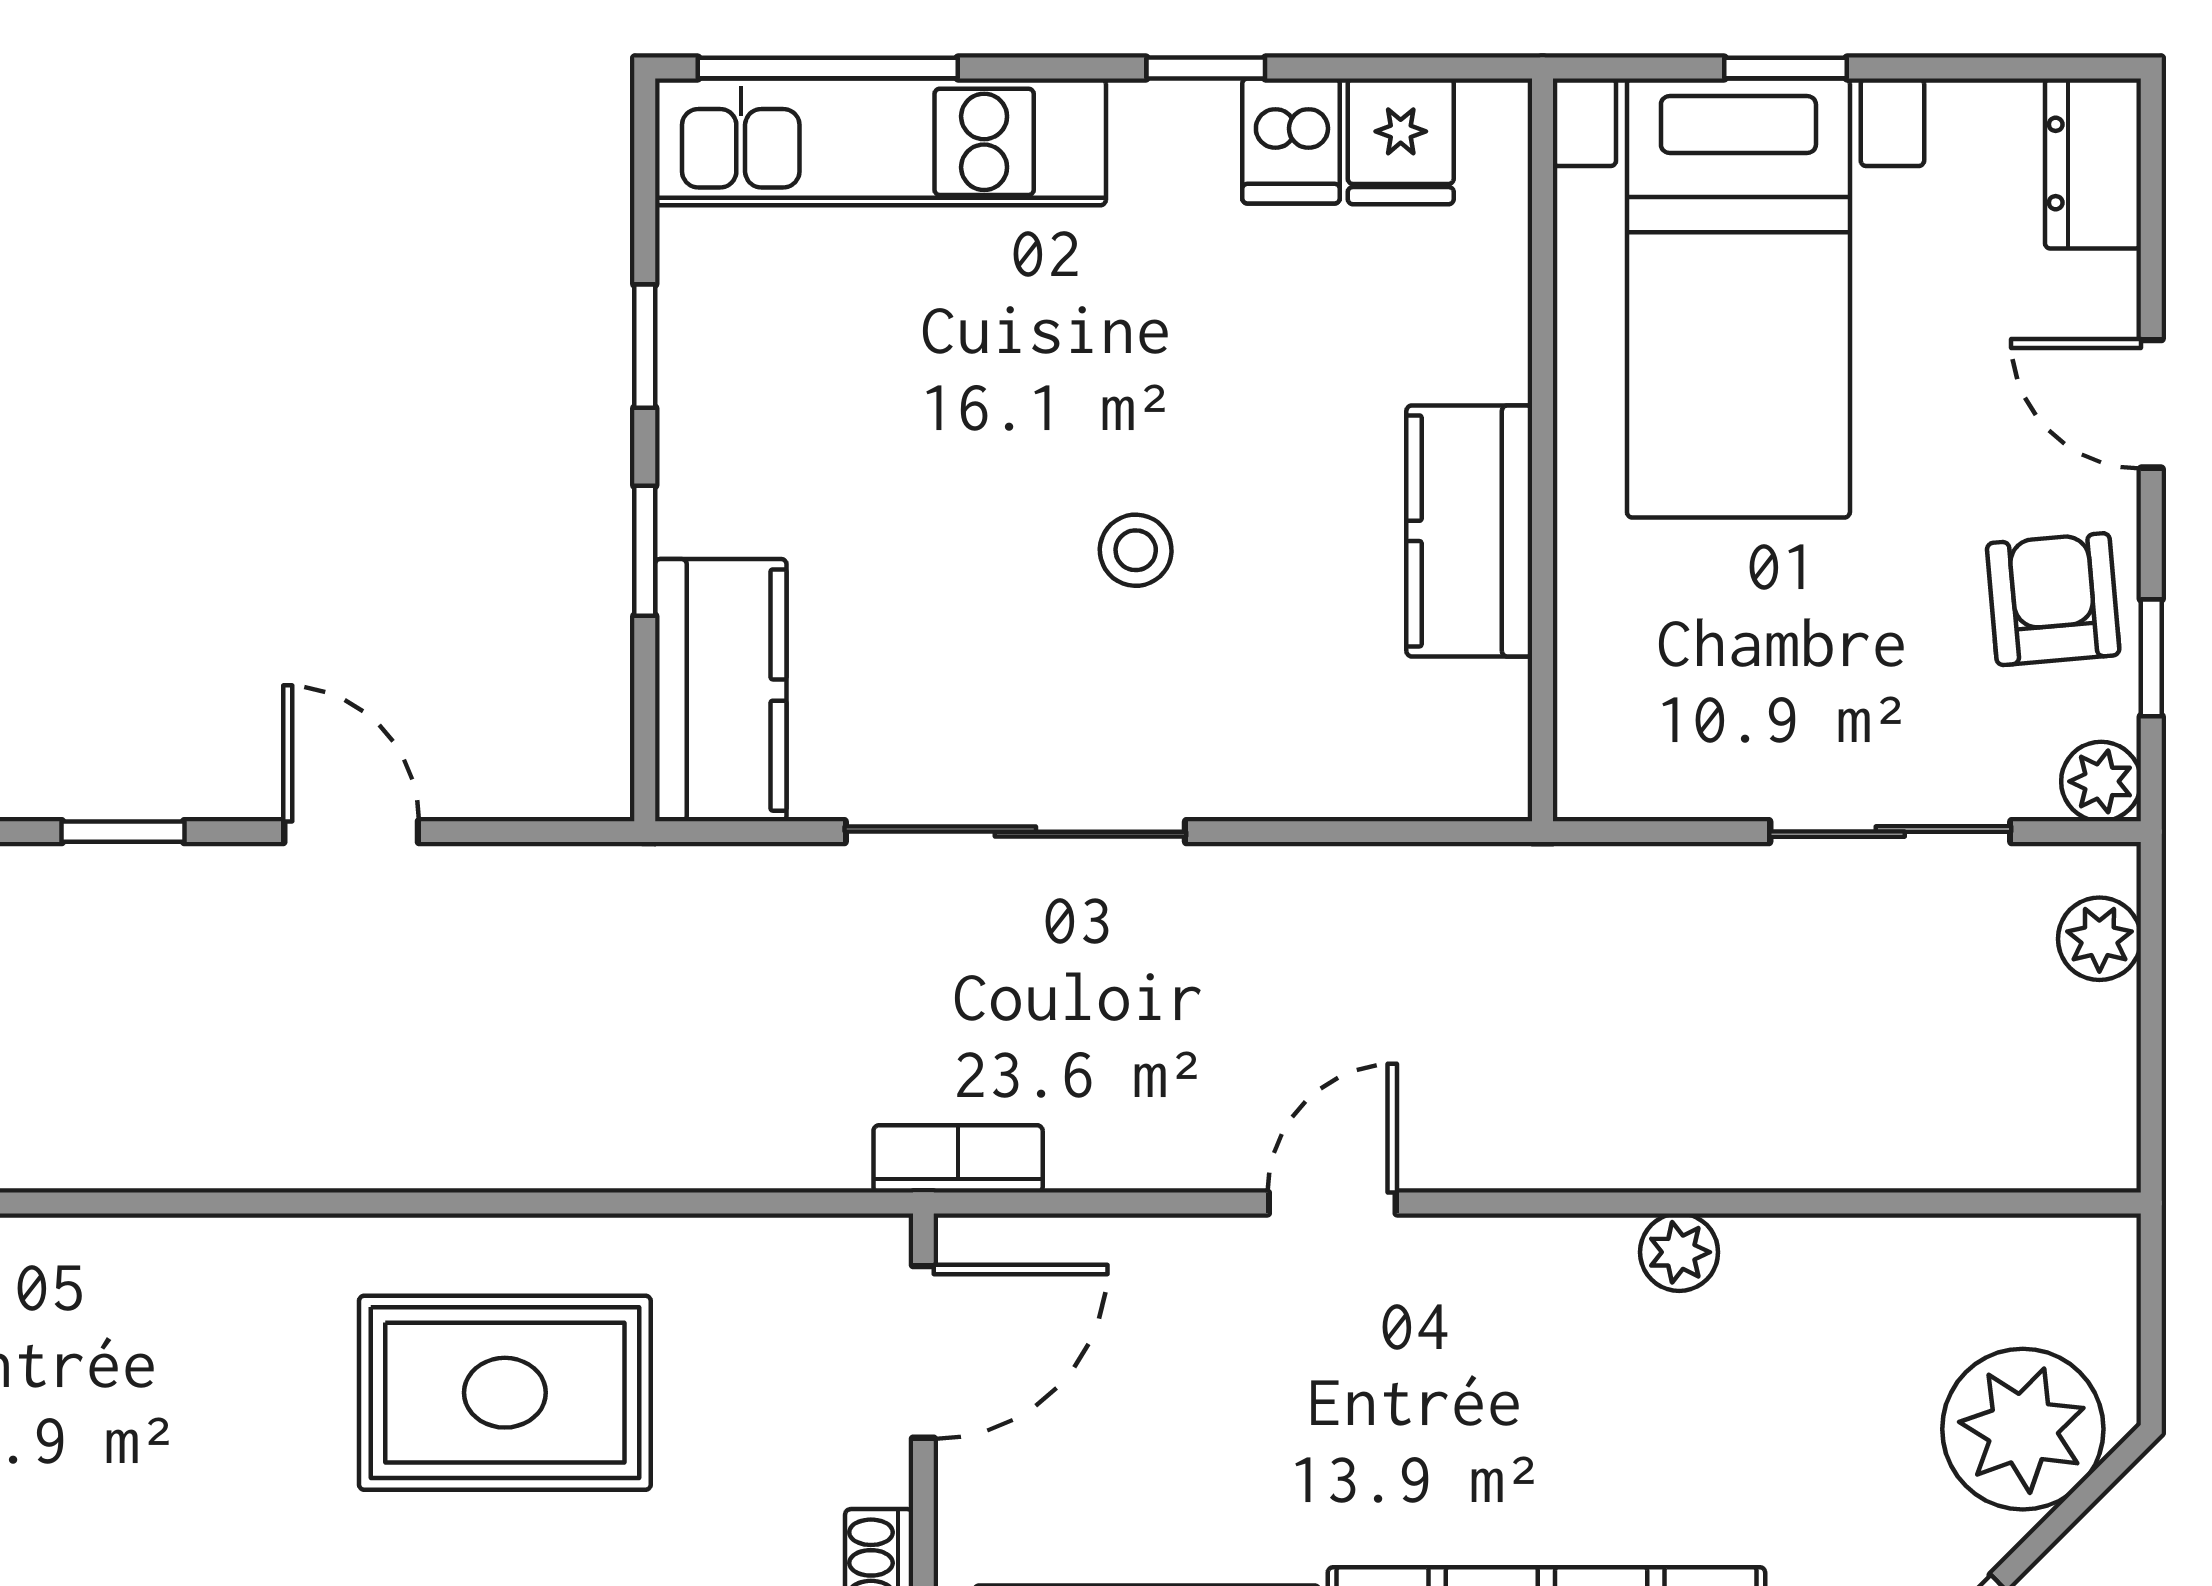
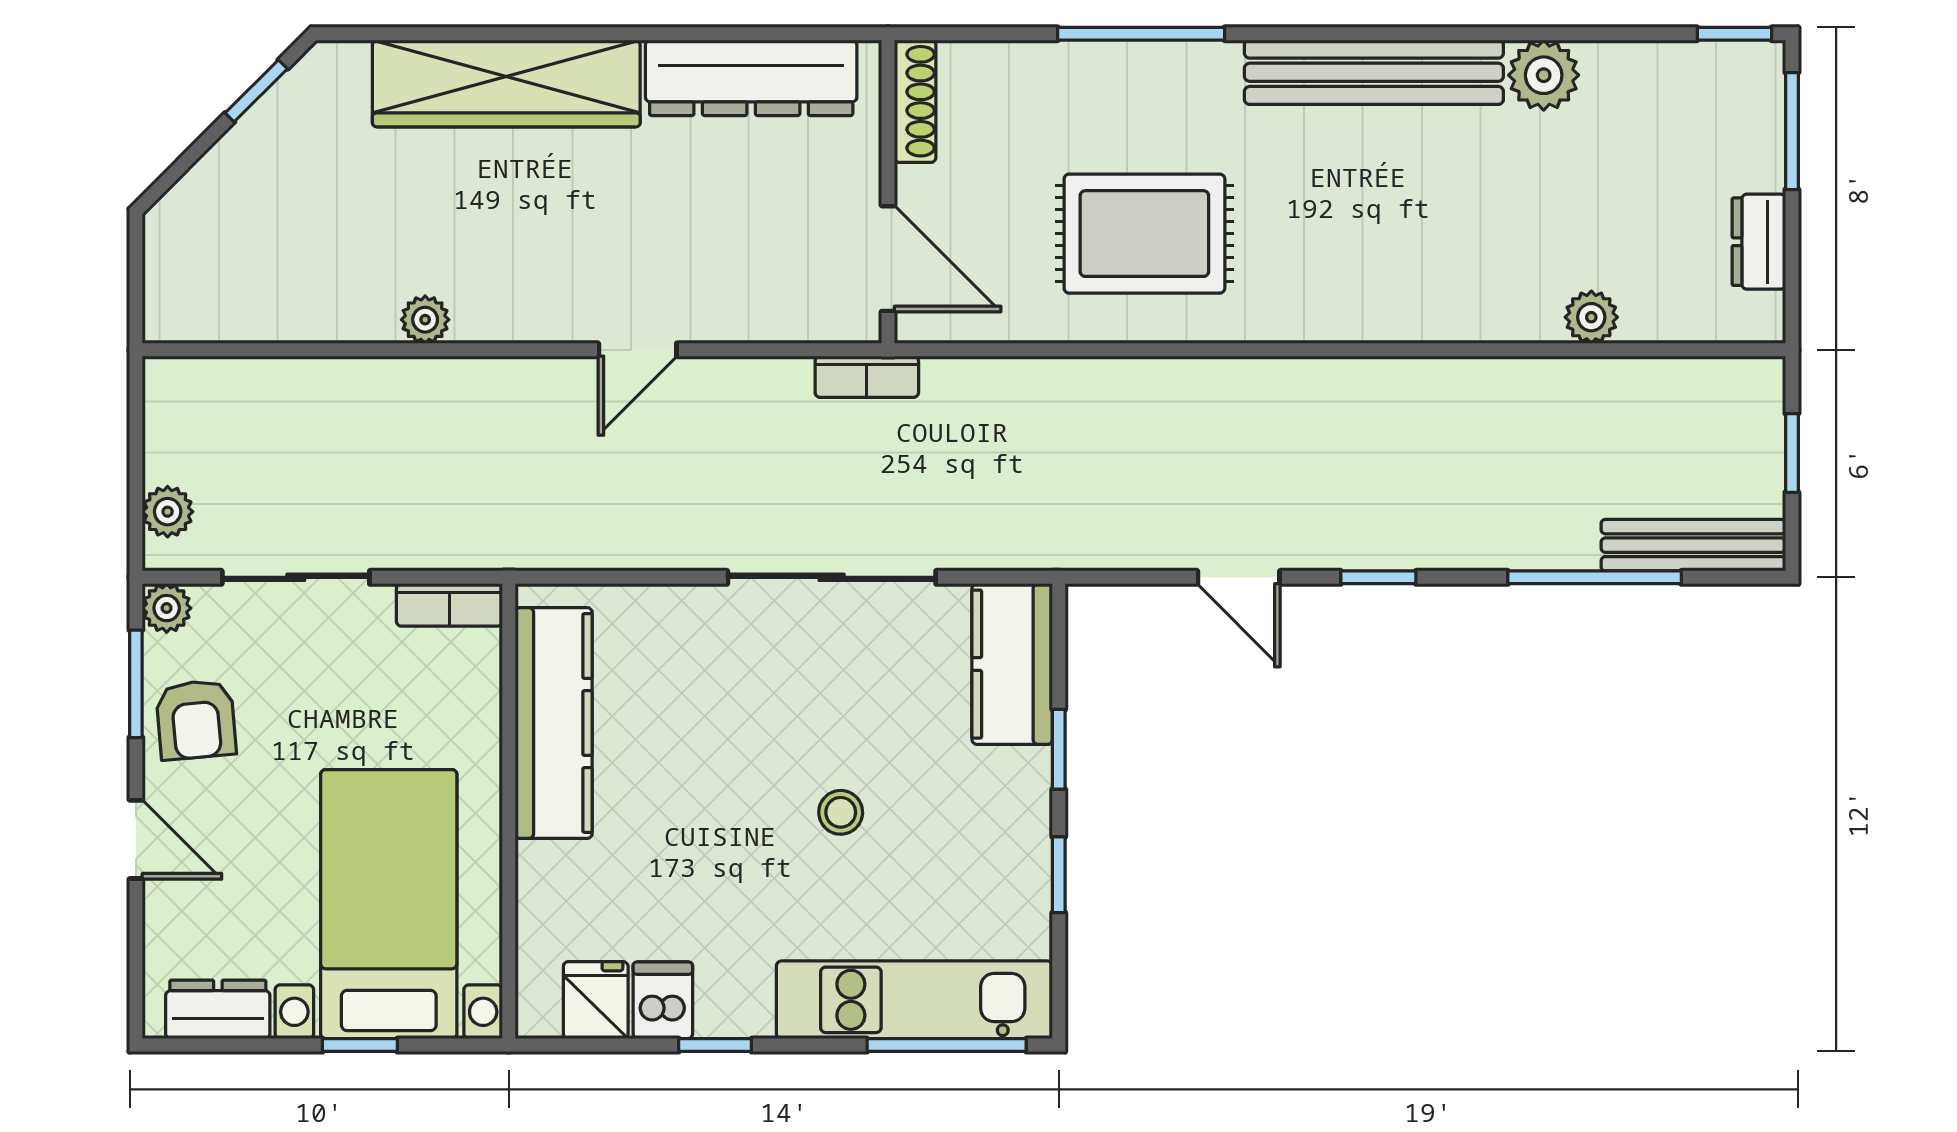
dresser: (2093, 164) -> (218, 1009), moved, turned -90
kitchen counter: (1469, 531) -> (554, 723), width x1.50
stool: (1136, 550) -> (841, 812), moved
window: (2151, 658) -> (136, 684), width x1.50
bookcase: (1639, 787) -> (449, 605), added
door: (923, 1352) -> (888, 259), swing flipped
plant: (2023, 1429) -> (215, 211), removed

